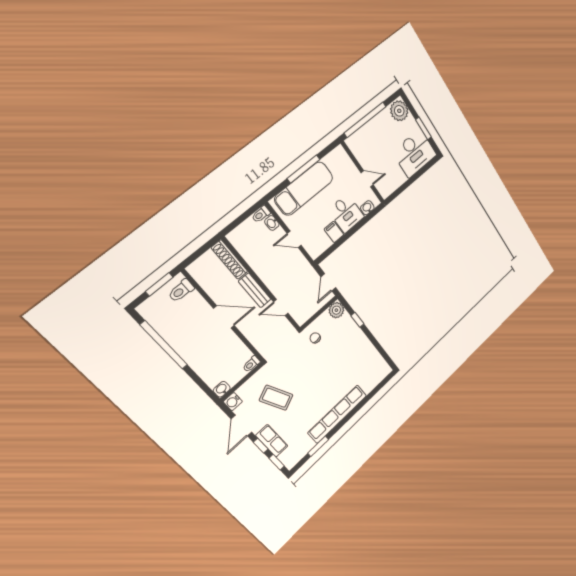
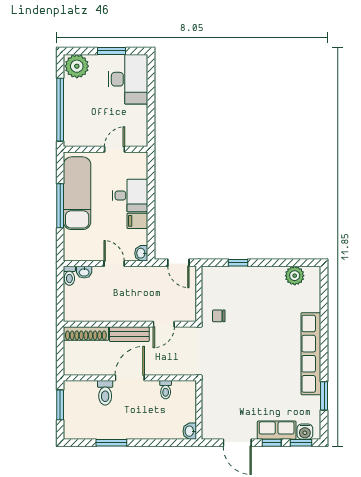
exam couch: (304, 189) -> (77, 193), moved
washbasin: (367, 208) -> (141, 253), moved
door: (294, 239) -> (114, 264), swing flipped
toilet: (181, 291) -> (105, 393), moved
plant: (336, 310) -> (295, 276), moved
window: (164, 345) -> (111, 443), width x0.47
toilet: (251, 364) -> (166, 390), moved
coffee table: (276, 398) -> (241, 394), removed
water cooler: (233, 402) -> (305, 432), moved

